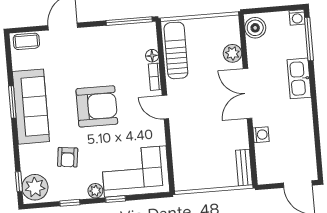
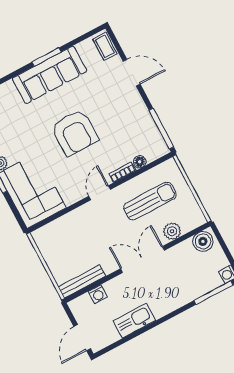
sun lounger: (176, 50) -> (150, 201), moved
kitchen sink: (299, 78) -> (134, 321), moved
washing machine: (261, 135) -> (98, 294), moved
armchair: (68, 157) -> (19, 126), removed
bench: (244, 168) -> (82, 282), width x1.36

